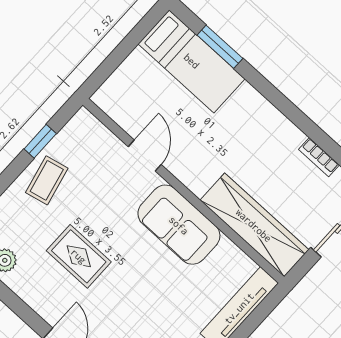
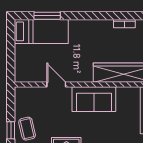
window: (40, 141) -> (11, 130), moved

